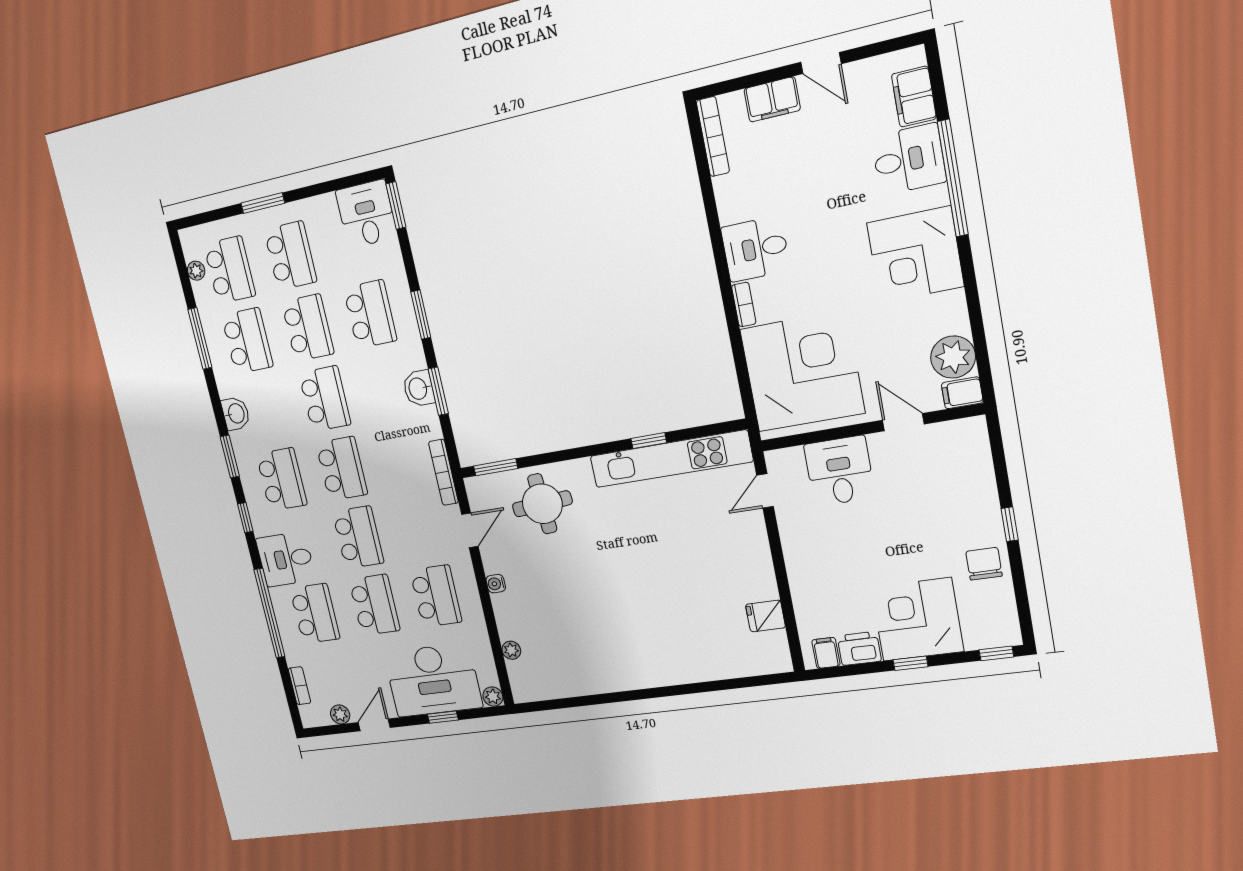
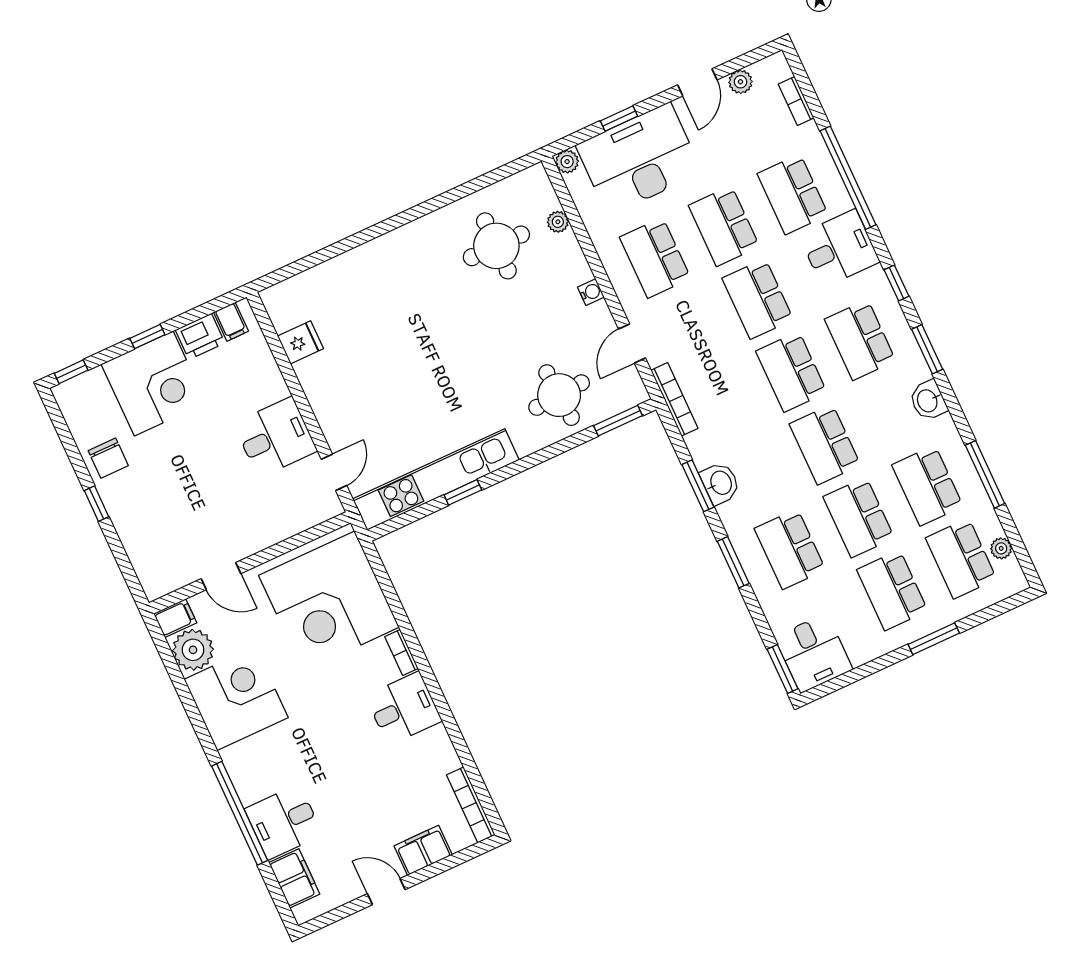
corner desk: (915, 255) -> (236, 698), moved
desk: (839, 471) -> (275, 437), moved, turned -90
round table: (568, 646) -> (496, 246), added

